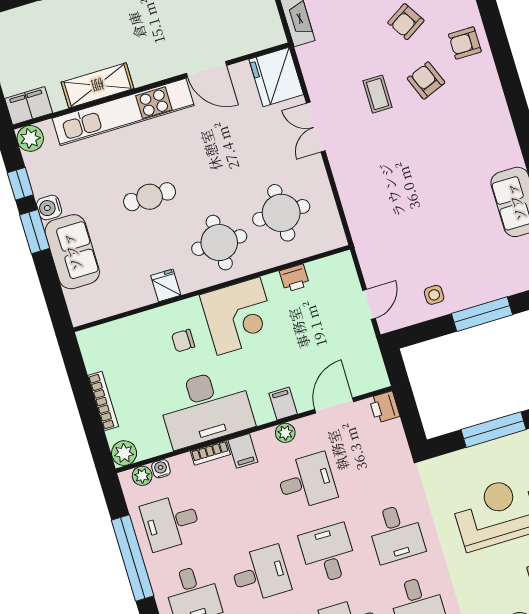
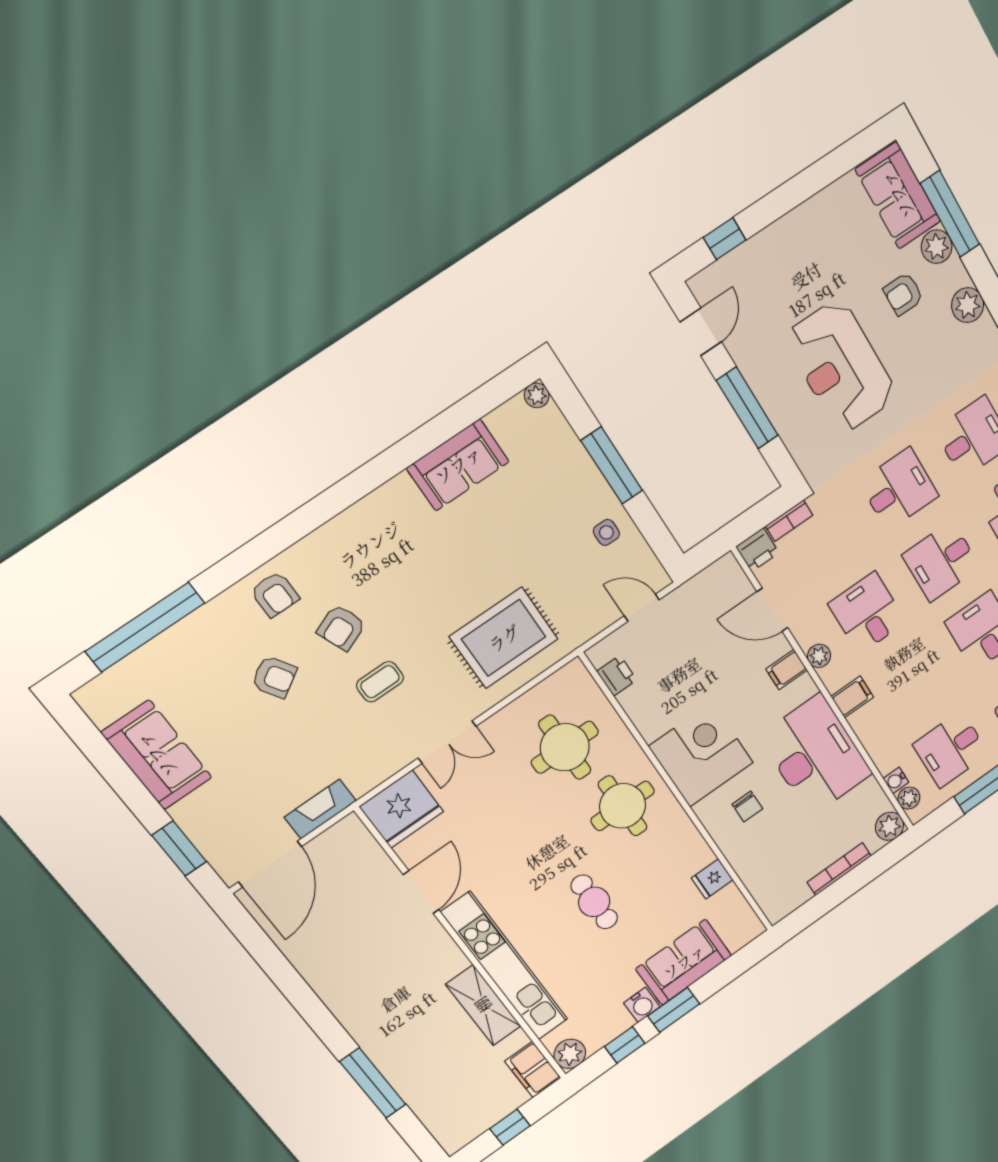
rug: (380, 194) -> (504, 638), added
printer: (294, 278) -> (617, 676), moved
fridge: (166, 285) -> (712, 879), moved
bookcase: (210, 453) -> (789, 521), moved, turned 90
desk: (171, 522) -> (951, 749), turned 90

